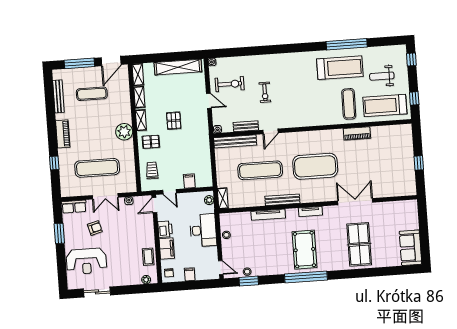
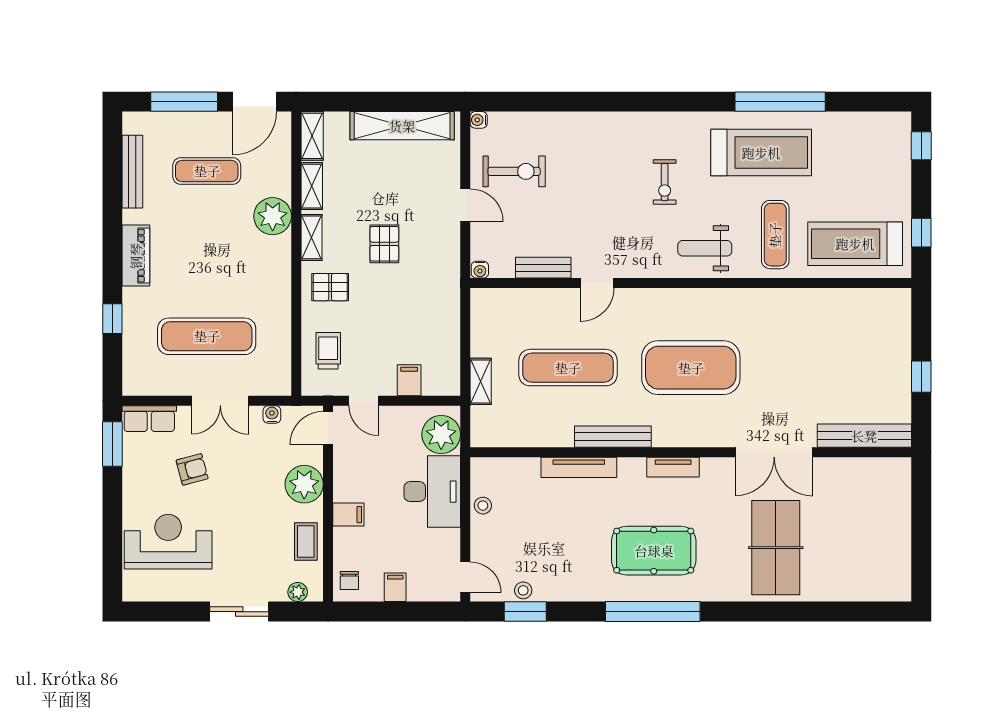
weight bench: (382, 76) -> (705, 248), moved
exercise bike: (265, 92) -> (665, 182), moved
plant: (124, 132) -> (273, 216), moved
piano: (357, 133) -> (789, 301), removed
bench: (235, 141) -> (864, 436), moved
shelving: (223, 198) -> (481, 381), moved
plant: (209, 200) -> (441, 435), width x1.88, depth x1.88
double door: (355, 202) -> (774, 452), swing flipped
printer: (165, 229) -> (348, 483), removed
plant: (146, 231) -> (304, 484), added
window: (59, 233) -> (112, 444), moved
filing cabinet: (167, 248) -> (348, 515), width x0.50
sofa: (410, 248) -> (889, 563), removed
pool table: (304, 250) -> (654, 551), turned 90
reception desk: (86, 261) -> (168, 542), turned 180
sliding door: (97, 292) -> (239, 612), moved

